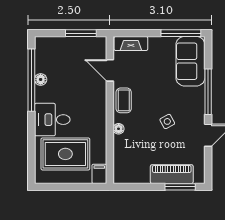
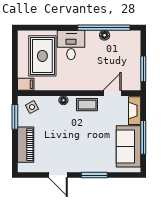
window: (181, 33) -> (143, 137), moved
sofa: (190, 61) -> (129, 146), moved, turned -90
window: (208, 92) -> (94, 175), width x0.69
side table: (167, 121) -> (32, 107), moved
window: (180, 187) -> (15, 117), moved

